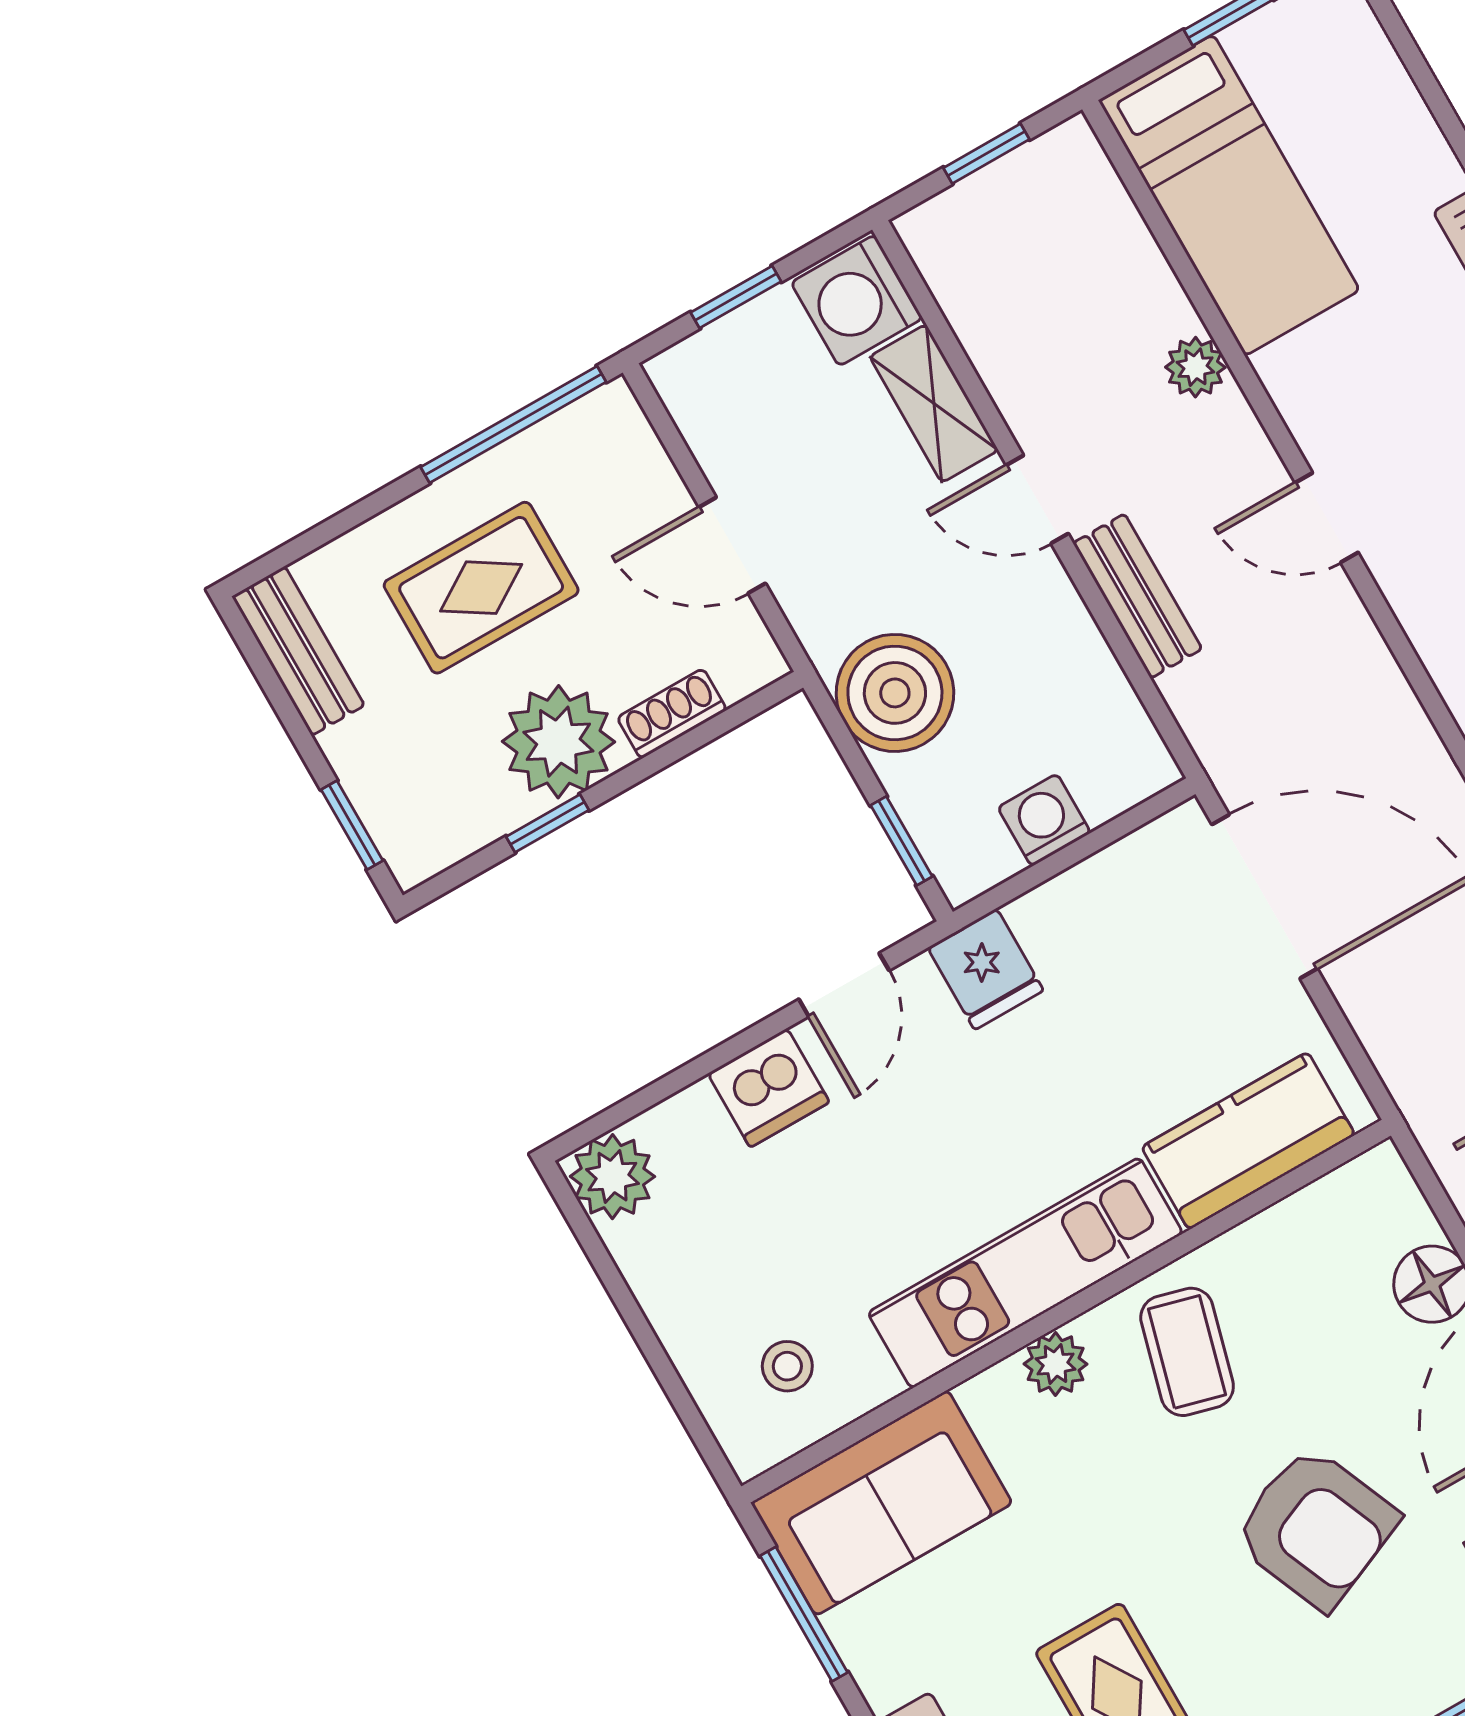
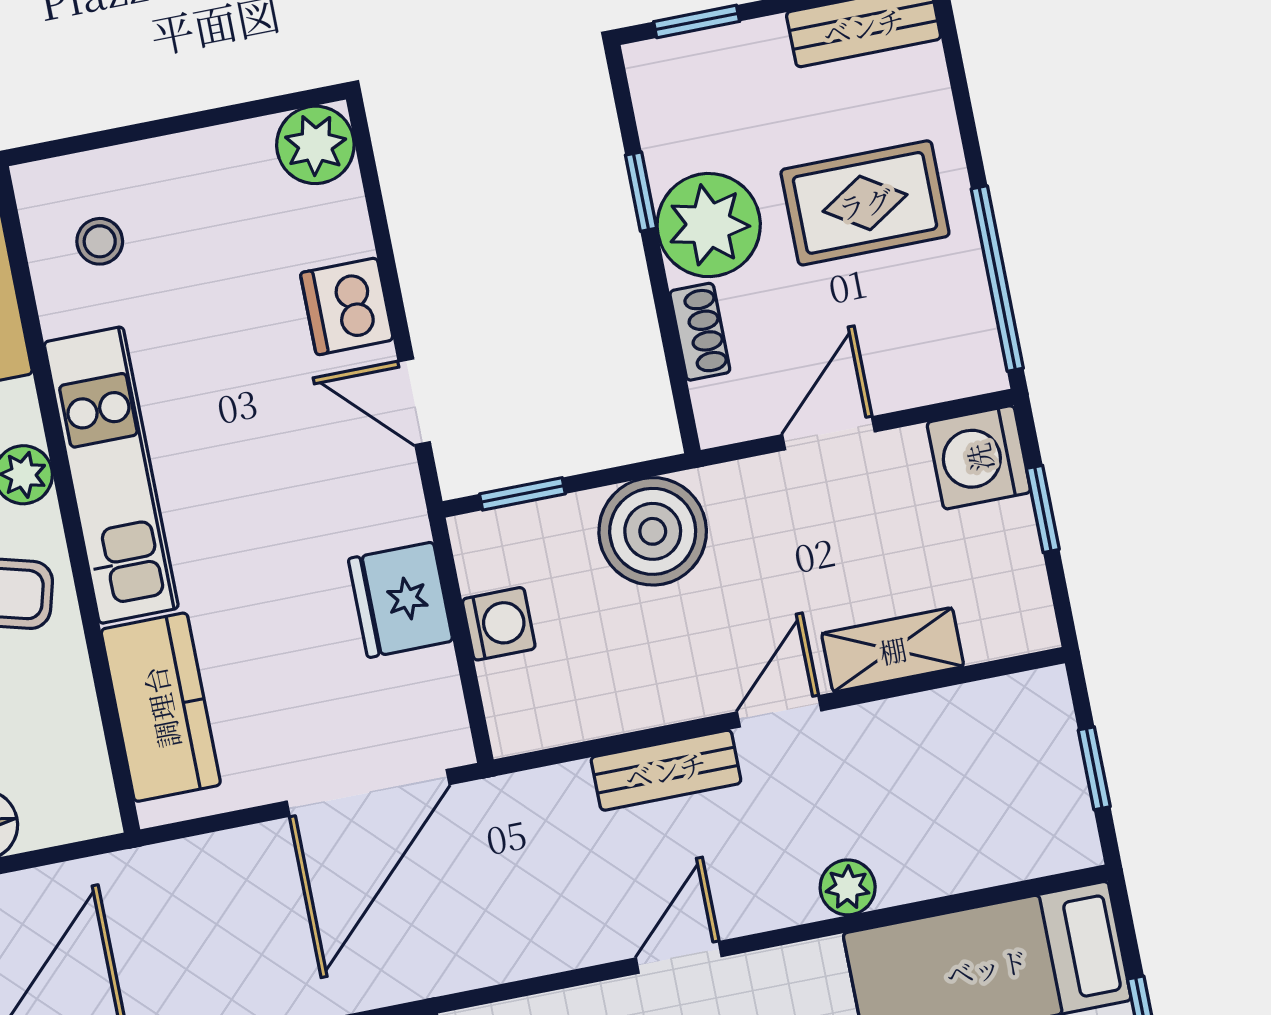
washing machine: (857, 300) -> (979, 457), moved, turned -90
rug: (481, 588) -> (865, 203), turned 90
fridge: (986, 969) -> (400, 600), moved, width x1.38

